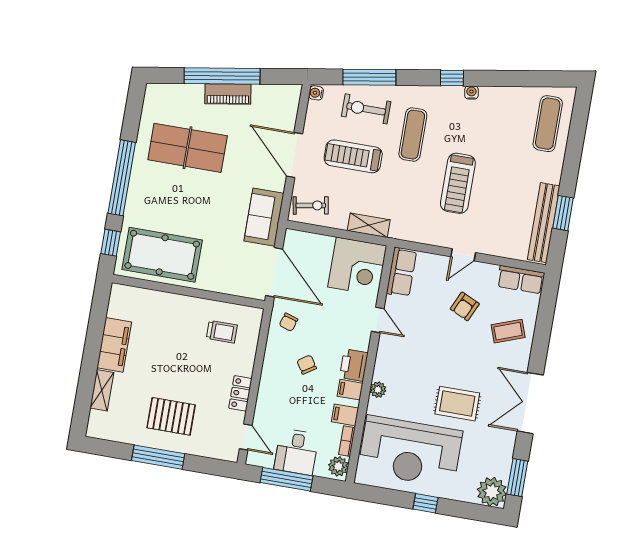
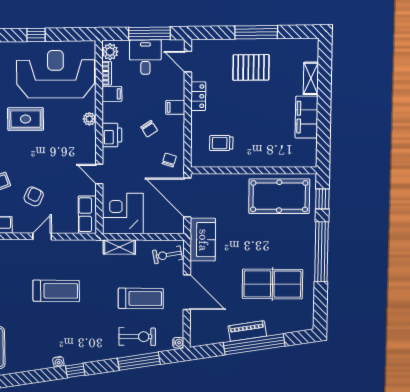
exercise mat: (413, 135) -> (98, 323), removed
treadmill: (458, 183) -> (56, 291), turned 90
filing cabinet: (350, 390) -> (175, 107), moved, turned 180

